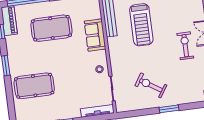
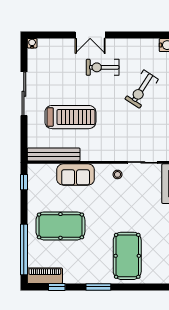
pool table: (51, 28) -> (60, 226), turned 90
exercise bike: (151, 85) -> (142, 89), moved

